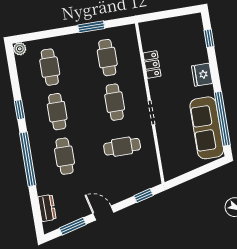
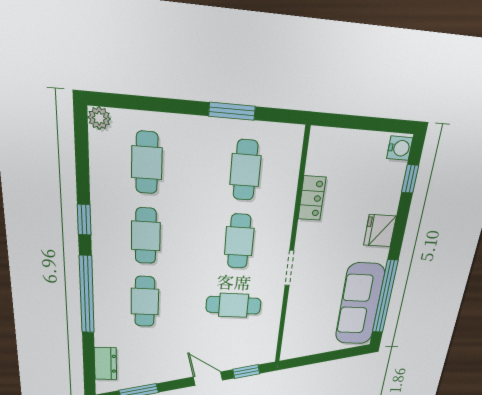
water cooler: (195, 22) -> (400, 148), added
door: (103, 213) -> (208, 379), moved

